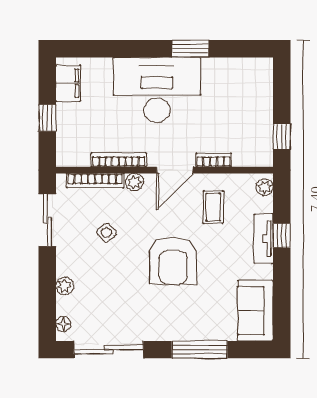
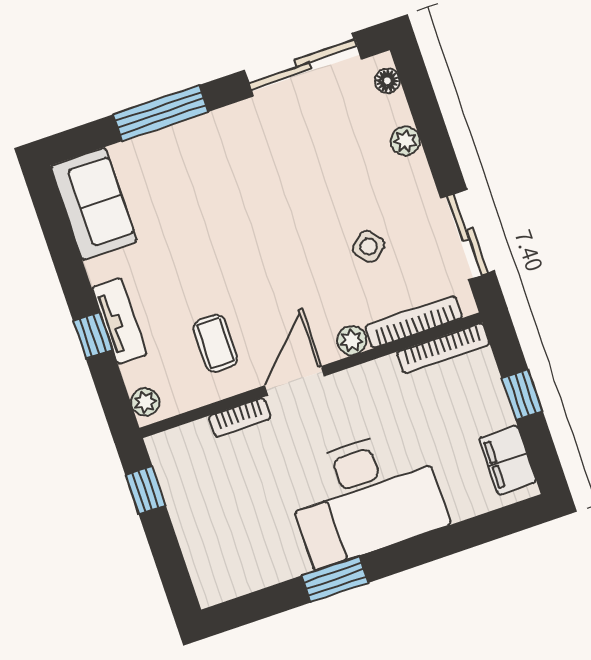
bookcase: (119, 160) -> (443, 348), moved
armchair: (173, 261) -> (249, 238), removed

